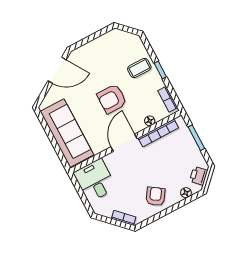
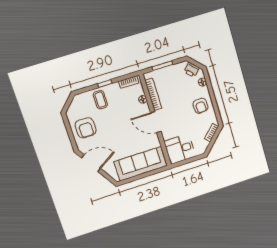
door: (57, 70) -> (91, 163), hinge flipped
armchair: (112, 99) -> (86, 128), moved
armchair: (156, 196) -> (201, 106), turned -128

